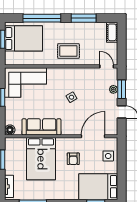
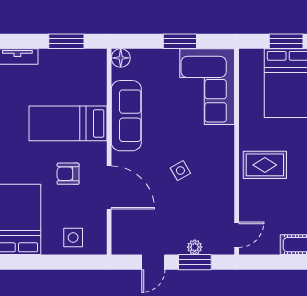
rug: (68, 51) -> (265, 165), turned 90
door: (93, 136) -> (109, 187), moved
bed: (41, 159) -> (68, 123), width x0.67

